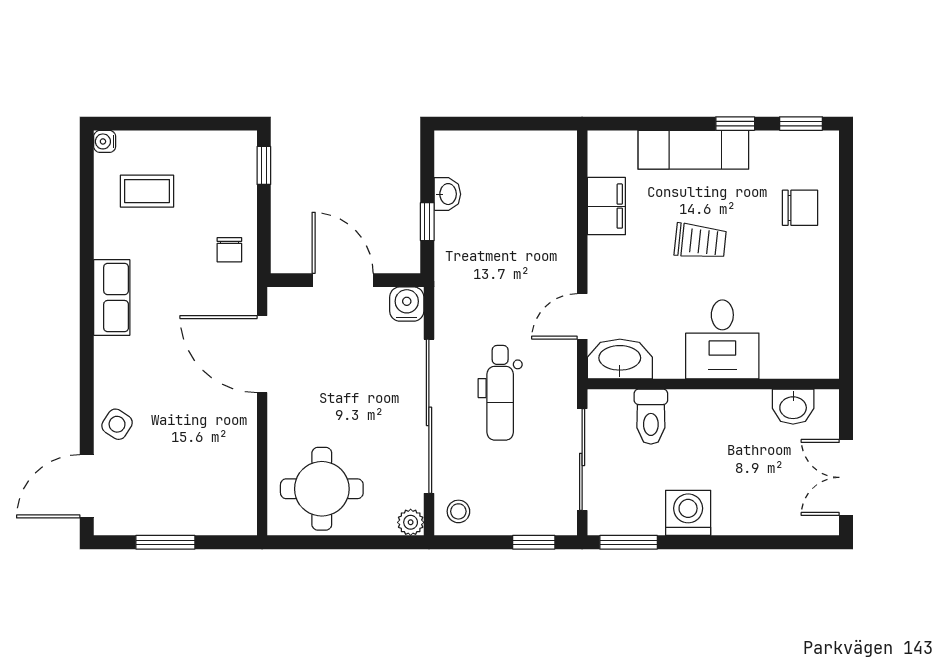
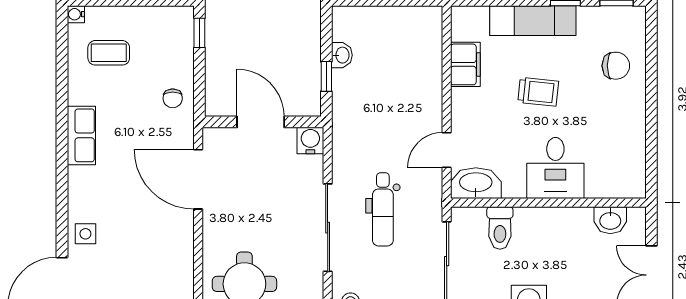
sliding door: (429, 416) -> (328, 228), width x0.73
side table: (117, 424) -> (85, 234), turned -33

